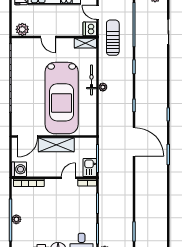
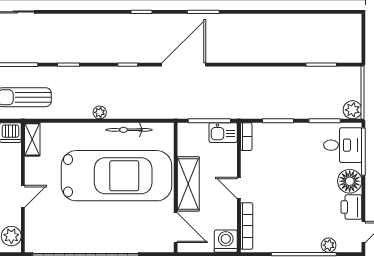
bicycle: (91, 80) -> (129, 130), moved
door: (68, 178) -> (239, 188), moved
plant: (16, 219) -> (329, 245), moved

